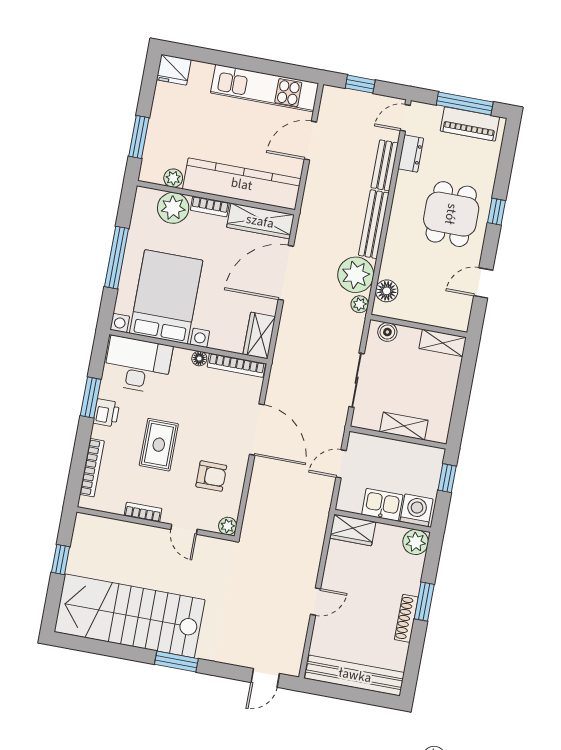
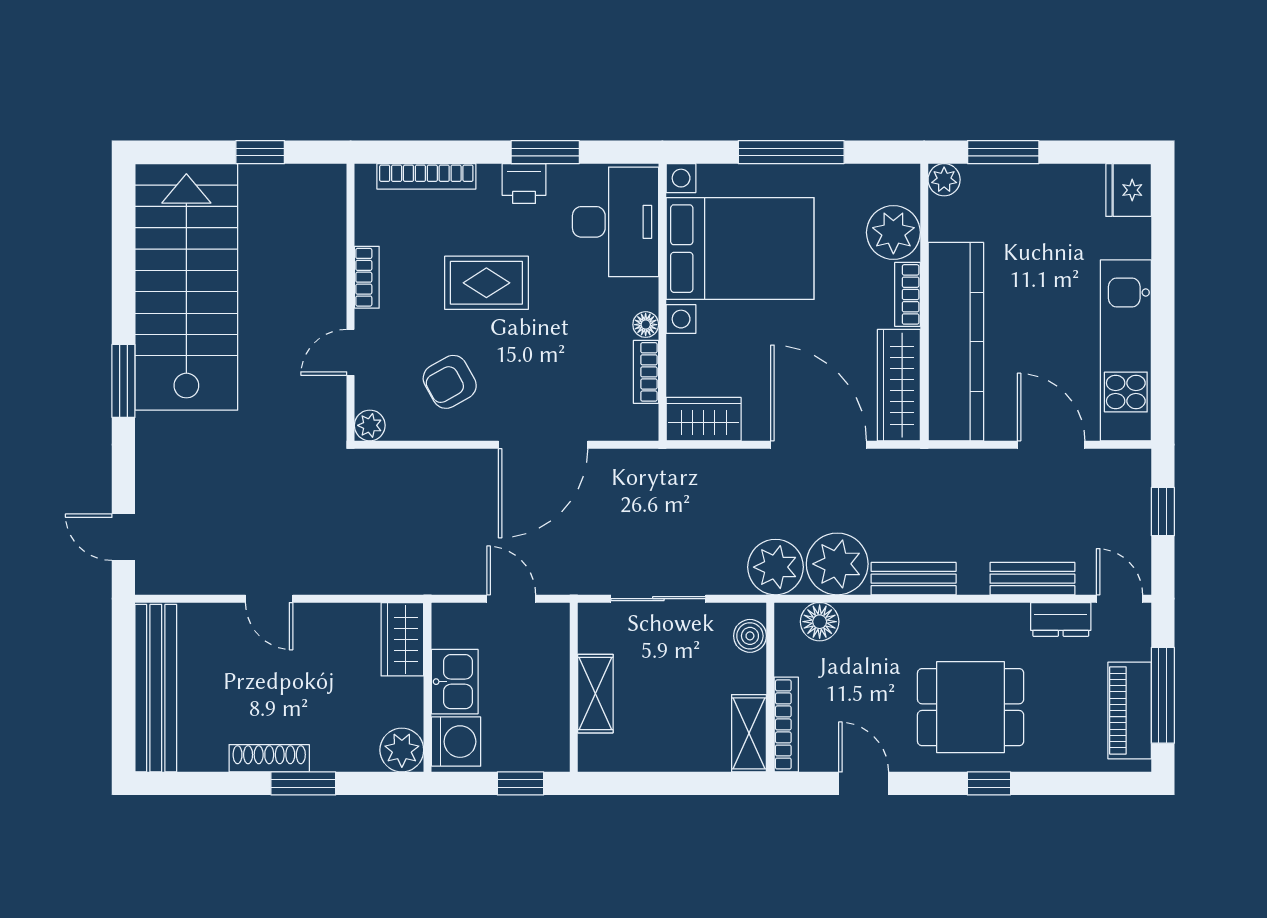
plant: (173, 178) -> (944, 180), moved
bench: (374, 224) -> (914, 579), width x0.73
plant: (360, 304) -> (776, 567), width x1.88, depth x1.88
bookcase: (442, 321) -> (786, 724), added
bookcase: (236, 365) -> (646, 372), width x0.64
armchair: (211, 476) -> (450, 382), turned 61

